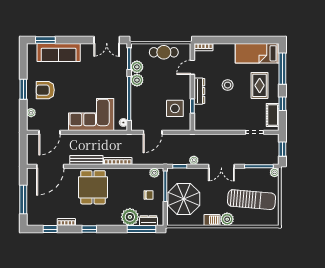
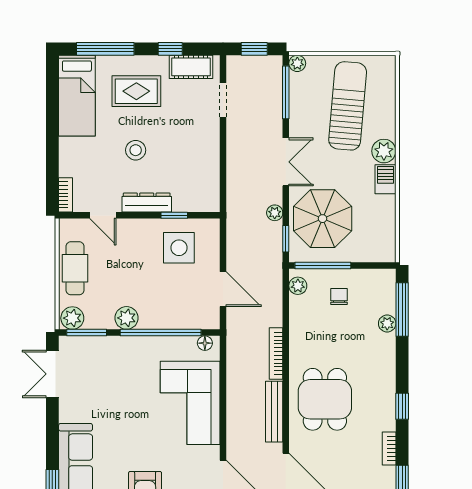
double door: (107, 40) -> (52, 374), swing flipped
plant: (137, 67) -> (72, 318), moved
dining table: (93, 187) -> (325, 399), turned 90
parasol: (184, 199) -> (323, 219), moved
plant: (130, 217) -> (387, 323), width x0.53, depth x0.53
dresser: (148, 221) -> (386, 297), removed

